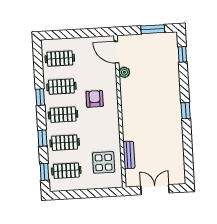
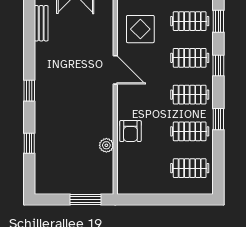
window: (153, 29) -> (86, 199), moved
door: (116, 52) -> (115, 70), moved
window: (182, 54) -> (29, 143), moved
armchair: (95, 99) -> (130, 131), moved
bench: (129, 155) -> (41, 23), moved

